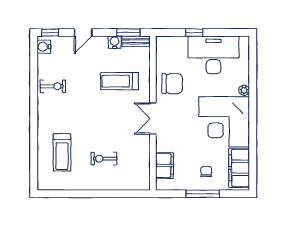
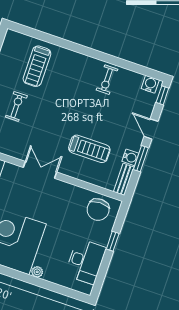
window: (128, 33) -> (141, 159), moved
desk: (213, 55) -> (85, 261), width x0.73, depth x0.77
treadmill: (119, 81) -> (89, 149), turned 90
chair: (172, 84) -> (98, 210), moved
treadmill: (62, 152) -> (37, 66), turned -90

